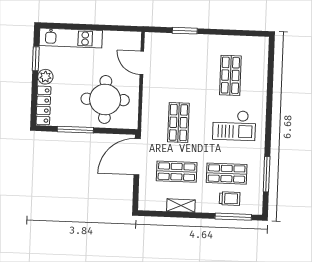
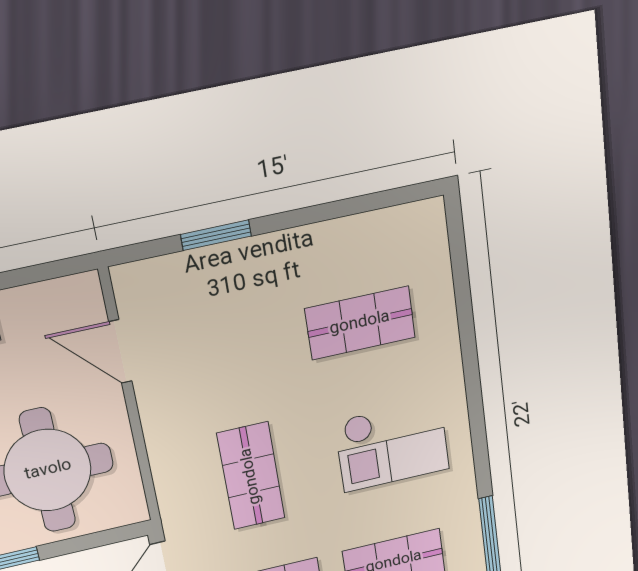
shop shelf: (230, 75) -> (360, 323), turned 90

